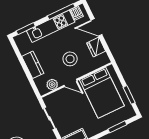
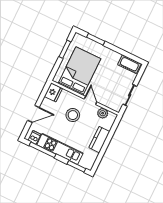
door: (96, 27) -> (33, 114), hinge flipped
fridge: (96, 47) -> (53, 92), moved

